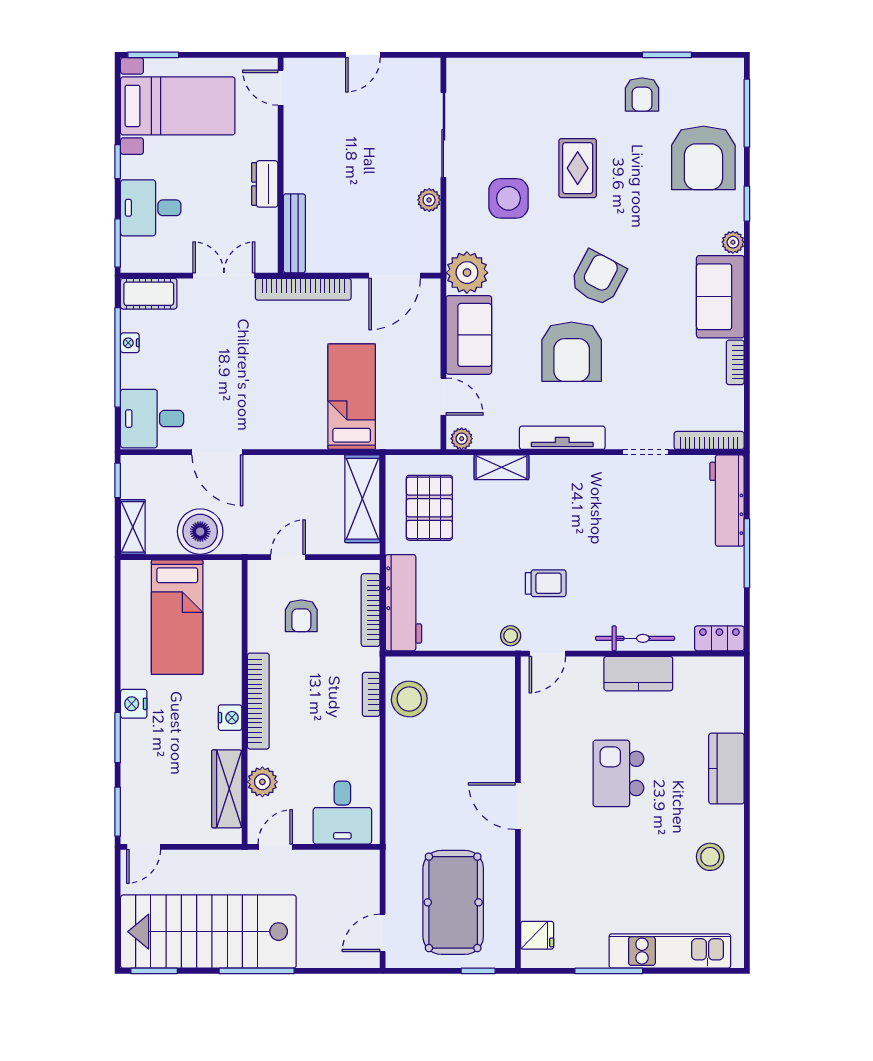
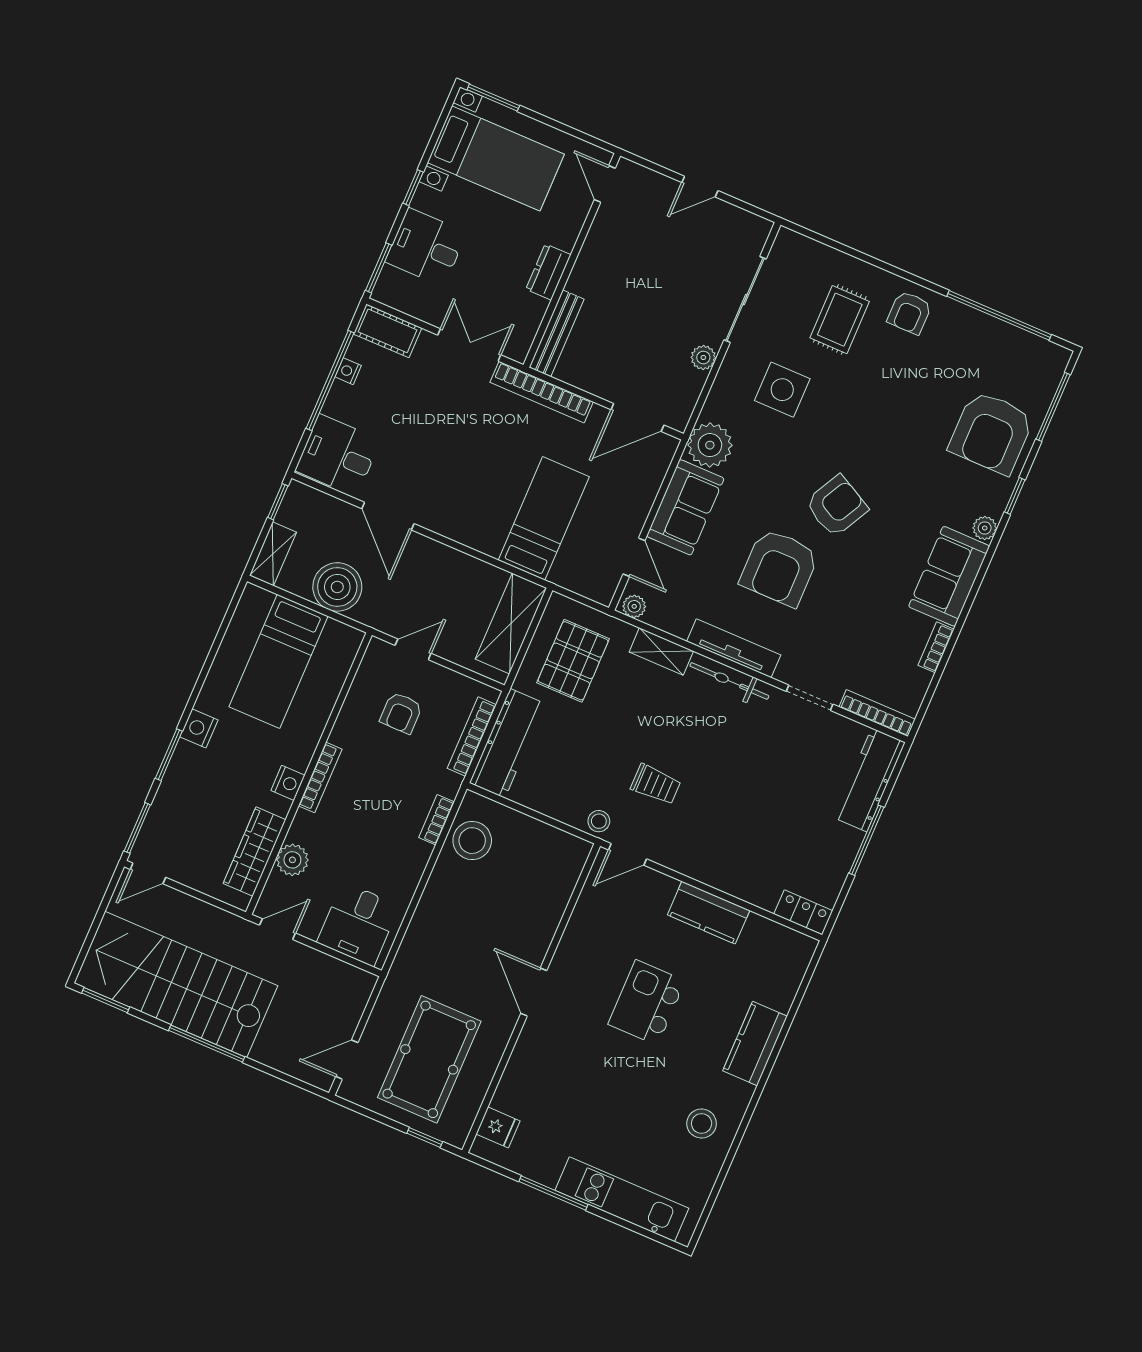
window: (667, 55) -> (999, 315), width x2.11
armchair: (642, 94) -> (909, 313), moved
rug: (578, 168) -> (840, 320), moved
bicycle: (635, 638) -> (729, 681), moved, turned 180
bookcase: (258, 701) -> (320, 777), width x0.68, depth x0.76

